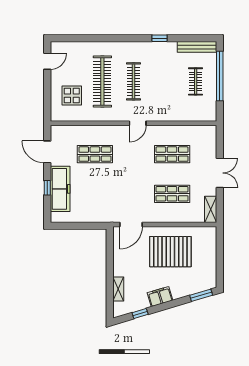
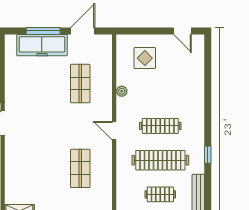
clothes rail: (102, 81) -> (160, 160), moved
plant: (102, 116) -> (122, 91), added
window: (47, 188) -> (43, 31), width x2.17
shop shelf: (172, 194) -> (37, 168), removed

